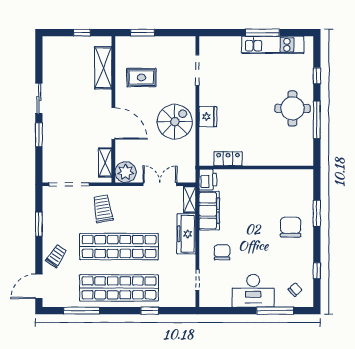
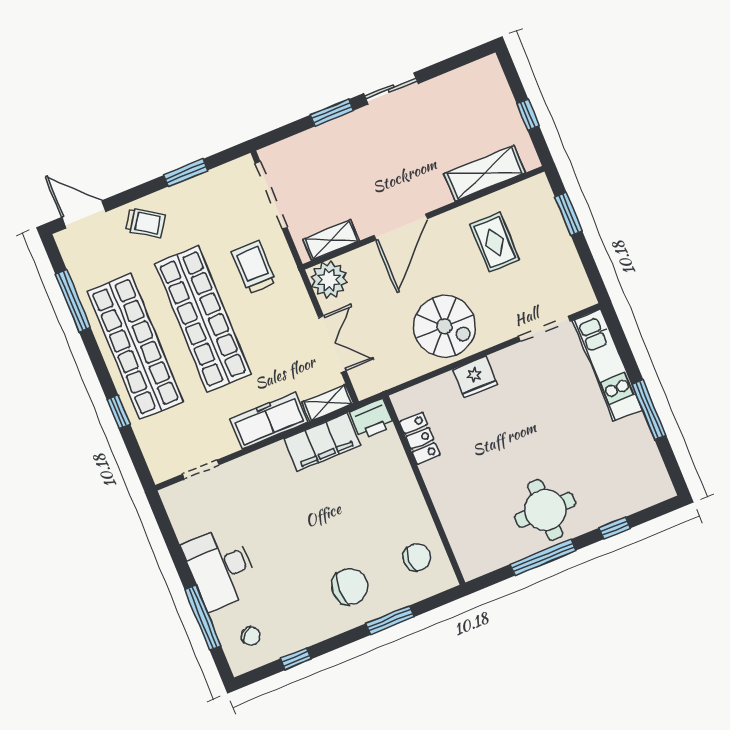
kitchen unit: (273, 45) -> (607, 365), moved
trolley: (103, 209) -> (254, 267), turned -80
chair: (222, 252) -> (417, 557), moved

